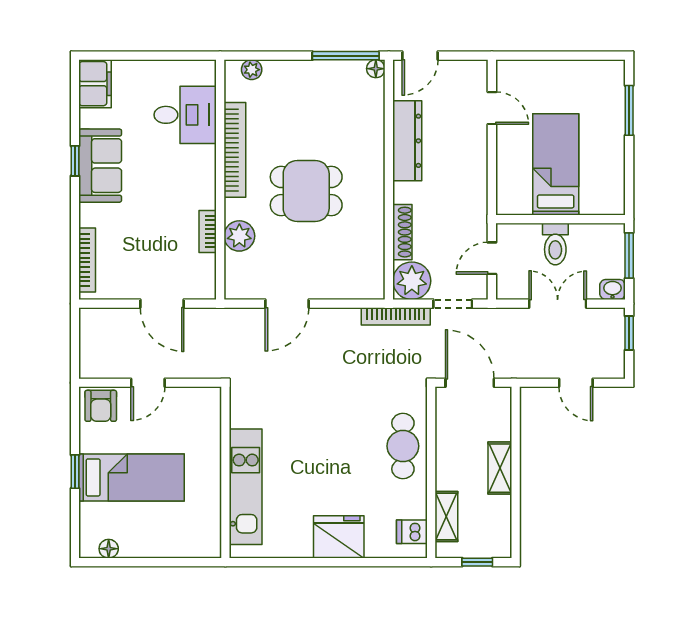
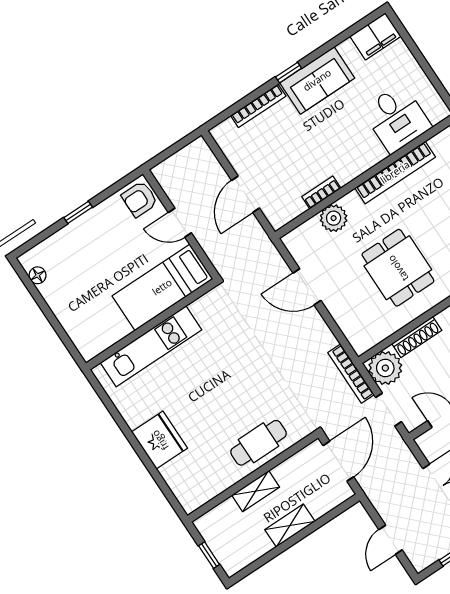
window: (75, 161) -> (289, 73), moved
dining table: (306, 191) -> (398, 268), moved
bookcase: (87, 260) -> (258, 106), moved
bed: (132, 477) -> (162, 287), moved, turned 90
shelving: (446, 517) -> (256, 491), moved
dishwasher: (412, 532) -> (199, 492), removed

